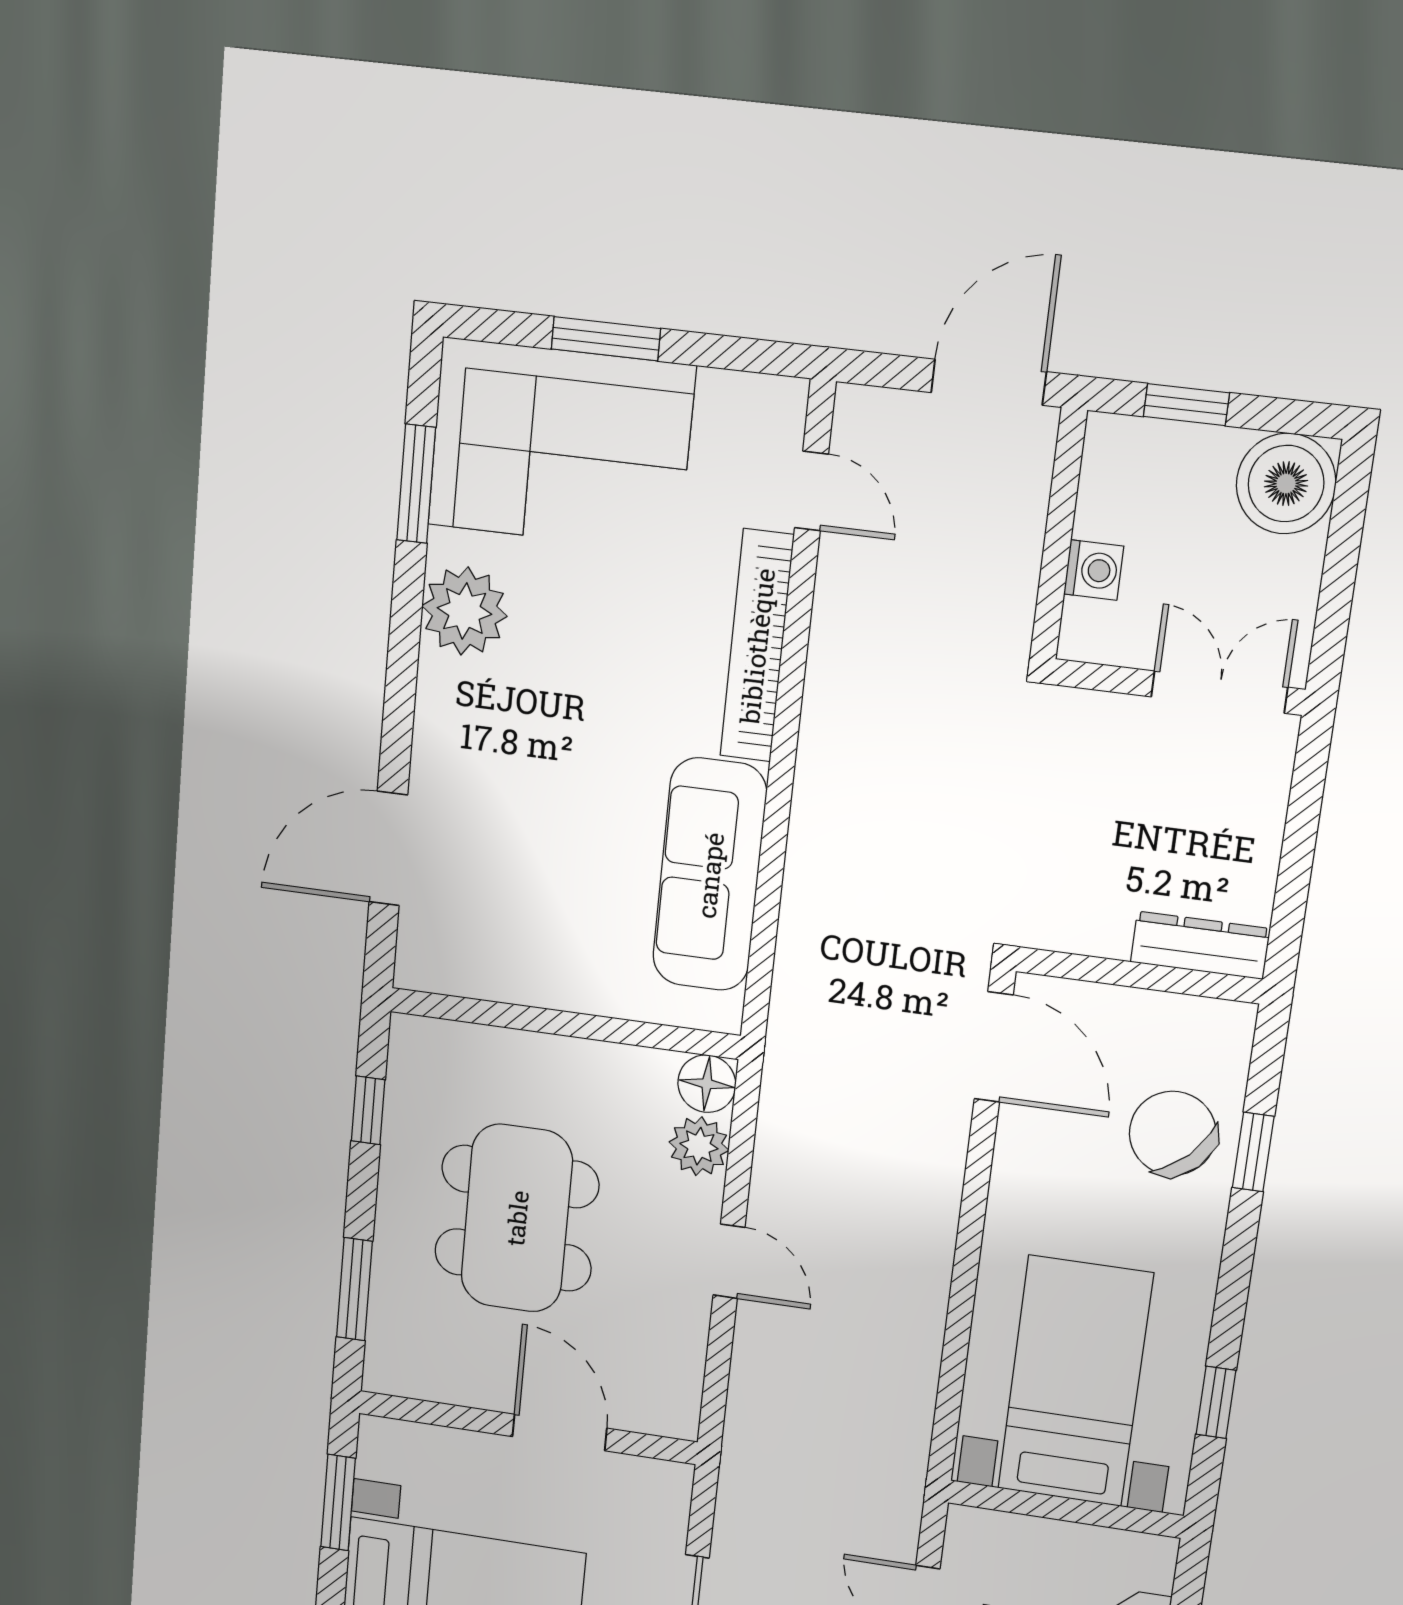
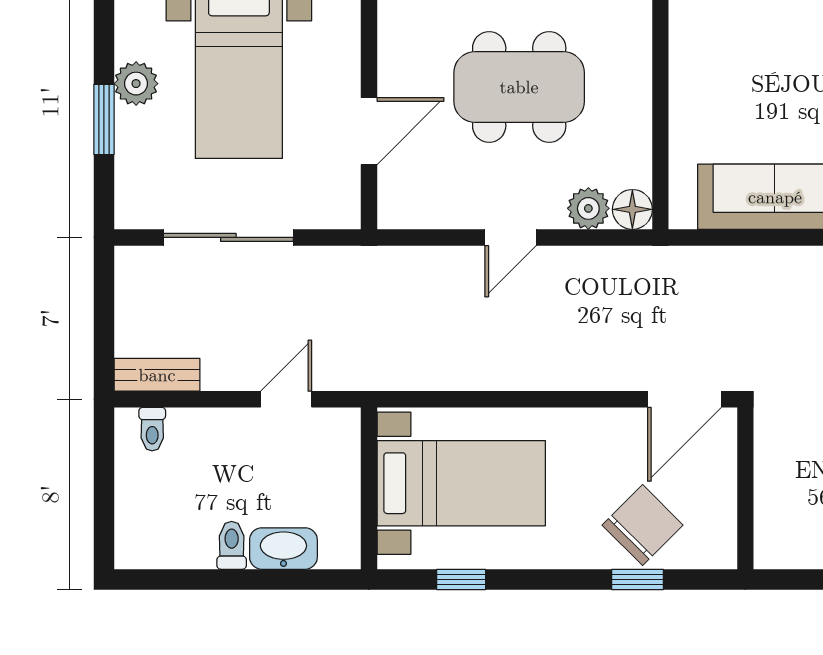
dresser: (1200, 945) -> (771, 525), removed

